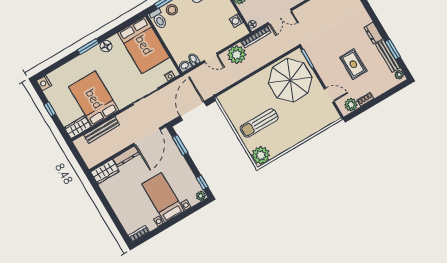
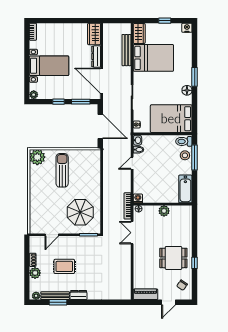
washing machine: (236, 21) -> (138, 198), moved
plant: (237, 55) -> (123, 184), removed
parasol: (290, 80) -> (80, 212), width x0.73, depth x0.73
plant: (351, 105) -> (35, 273), moved
window: (202, 182) -> (58, 102), moved

